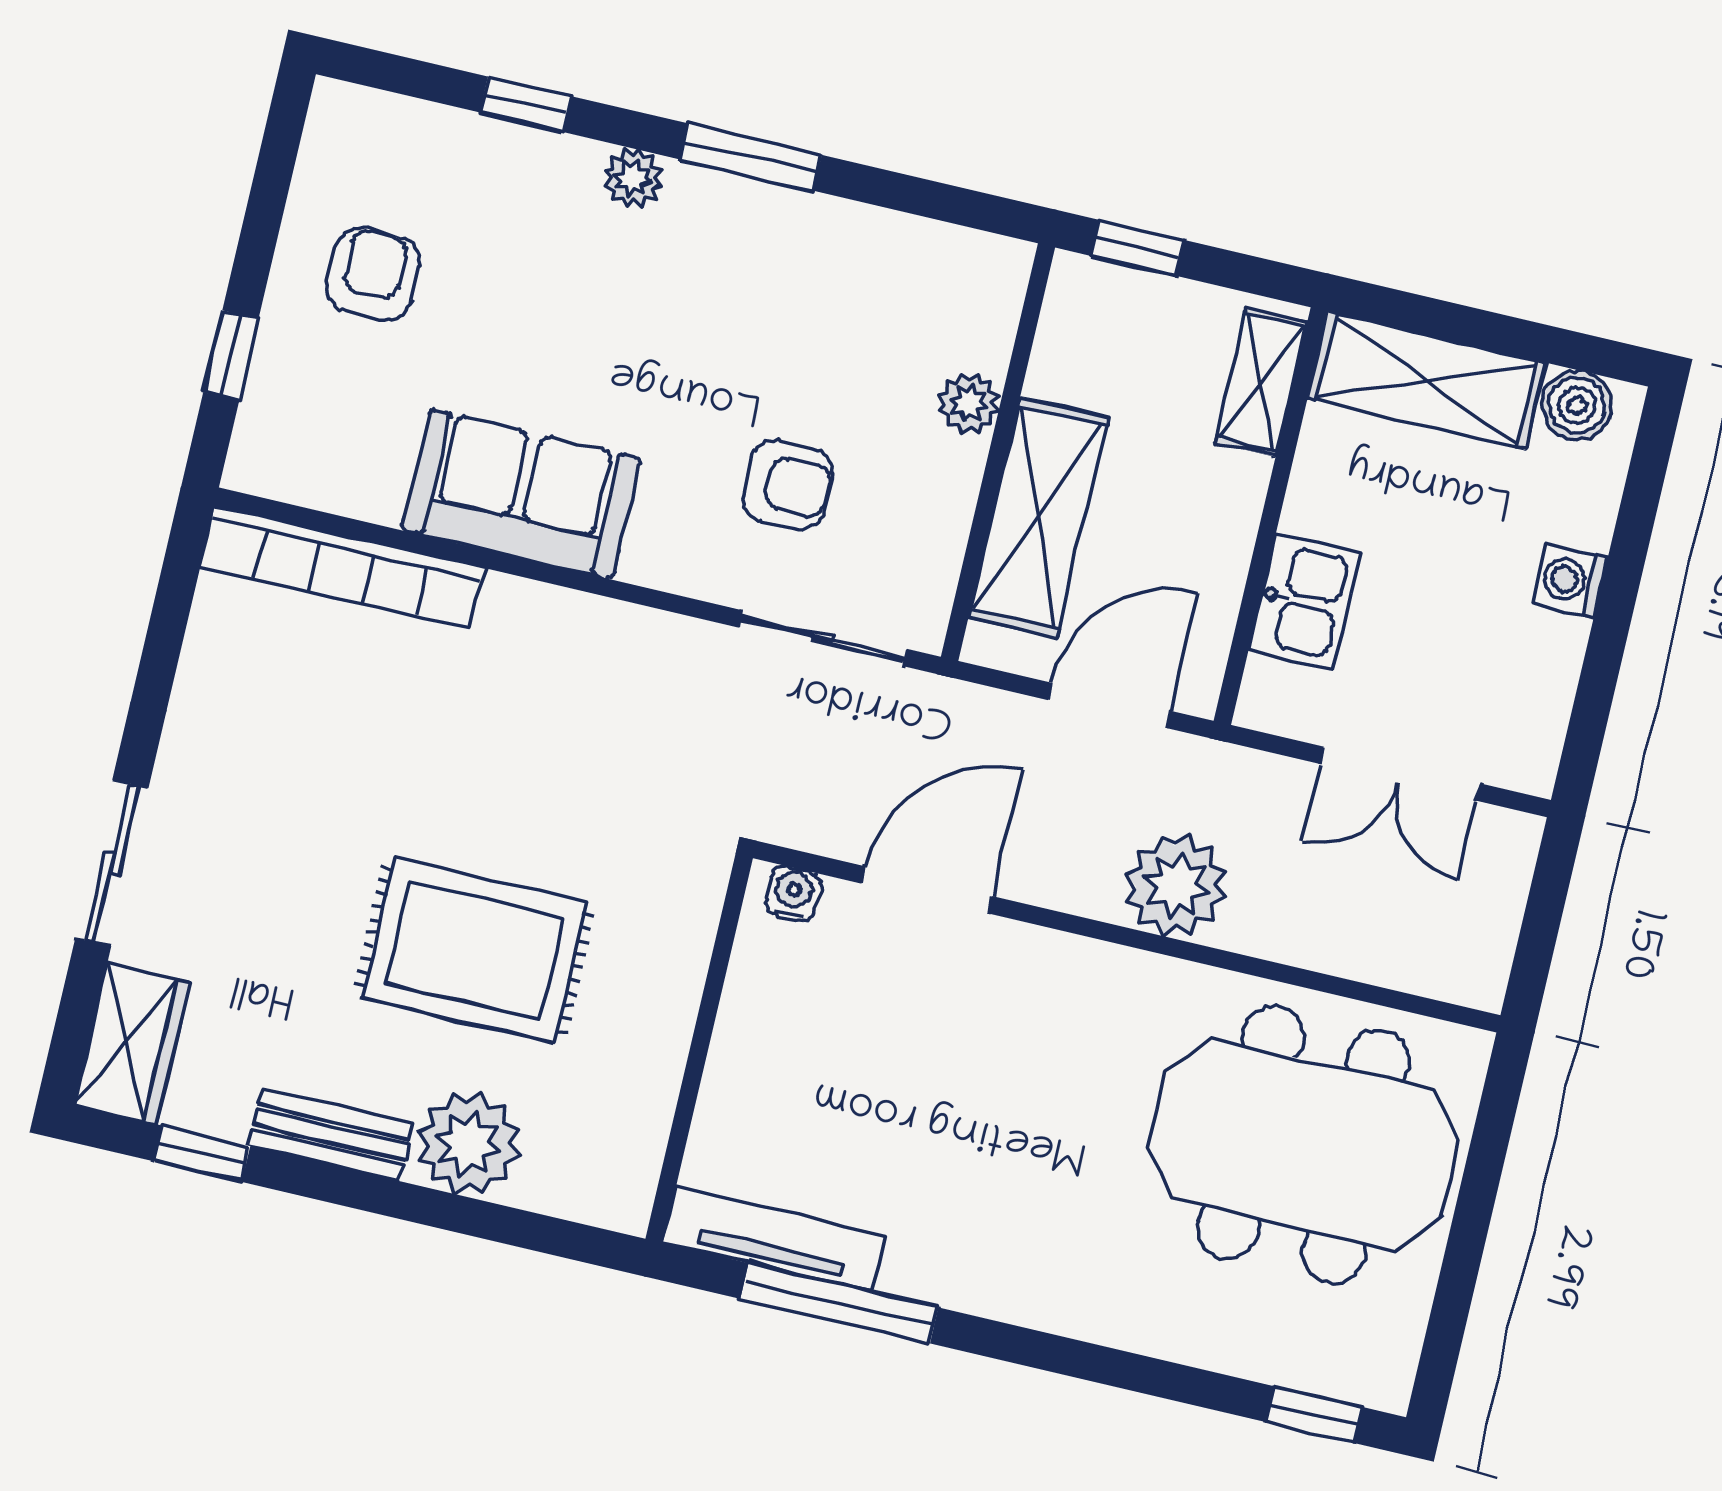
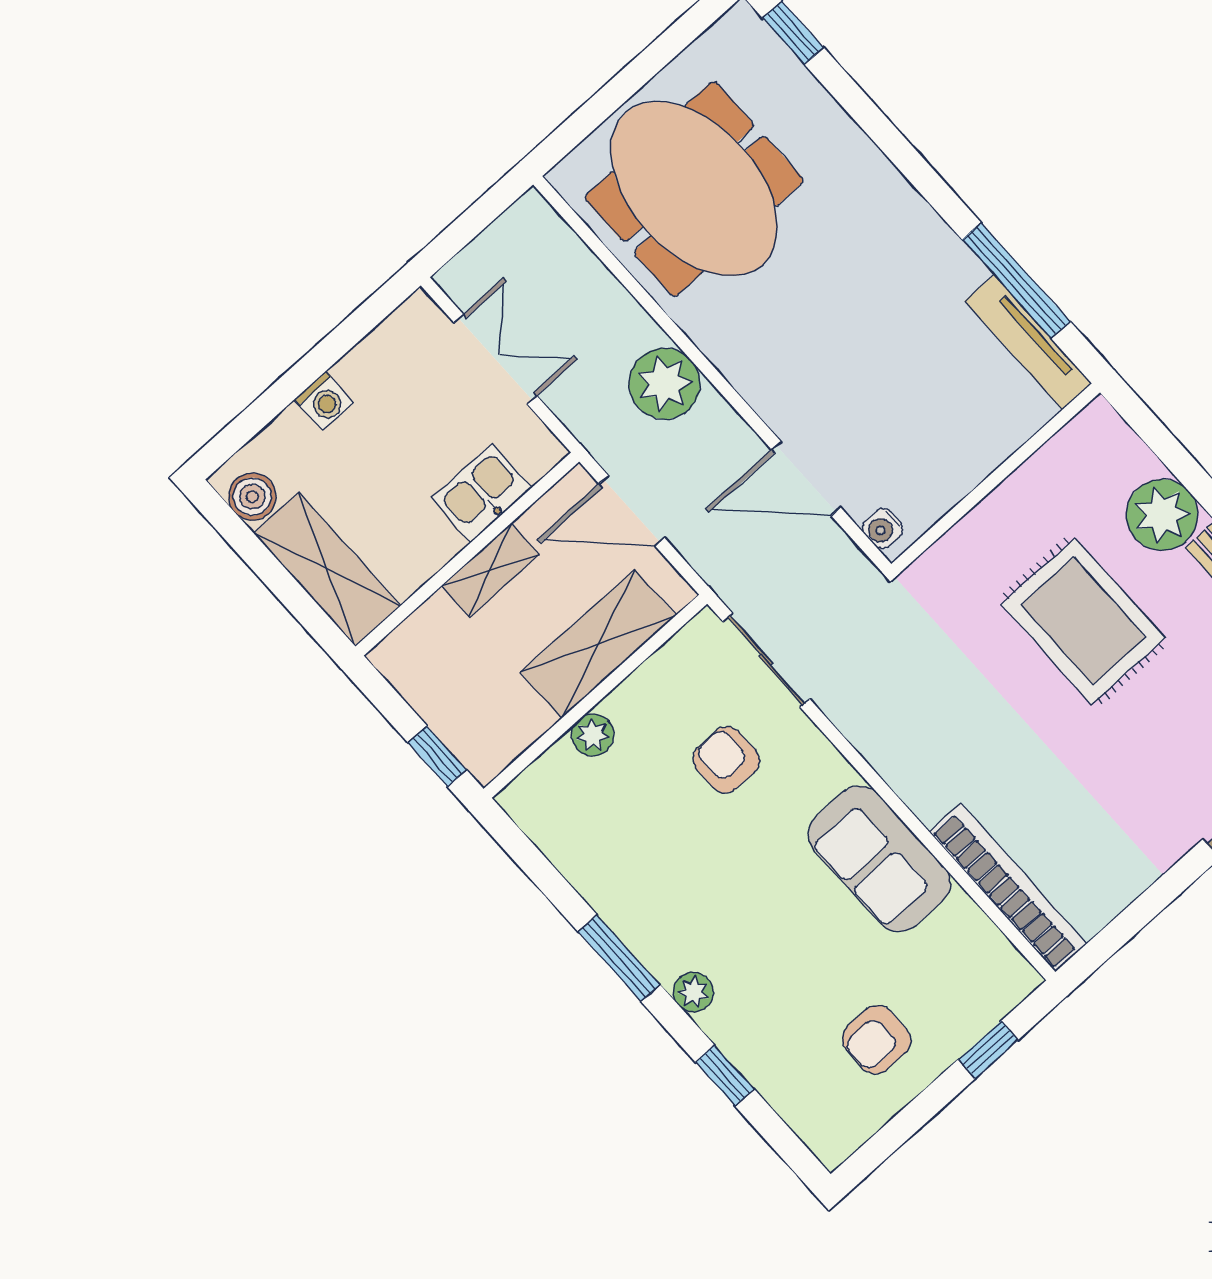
shelving: (1261, 382) -> (490, 570), moved

